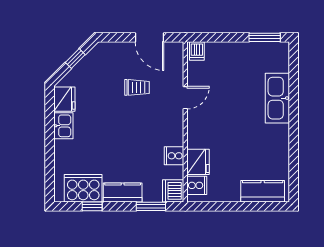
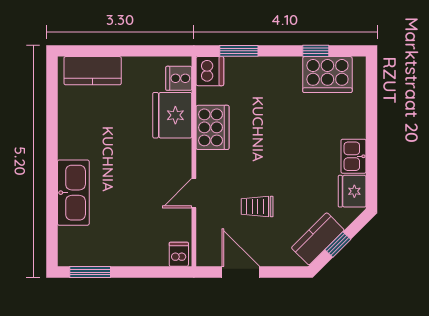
cooker: (174, 156) -> (212, 127), width x1.87, depth x1.31
fridge: (198, 162) -> (172, 115), width x1.36, depth x1.34
kitchen counter: (123, 192) -> (318, 239), moved, turned 135

